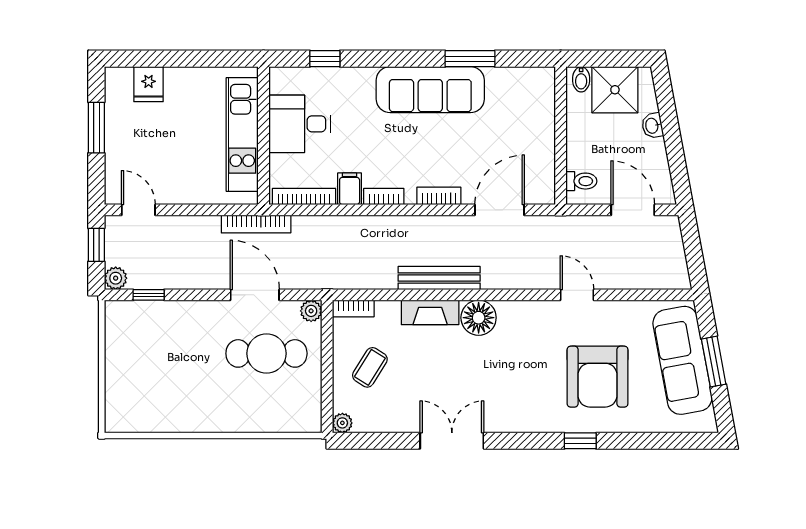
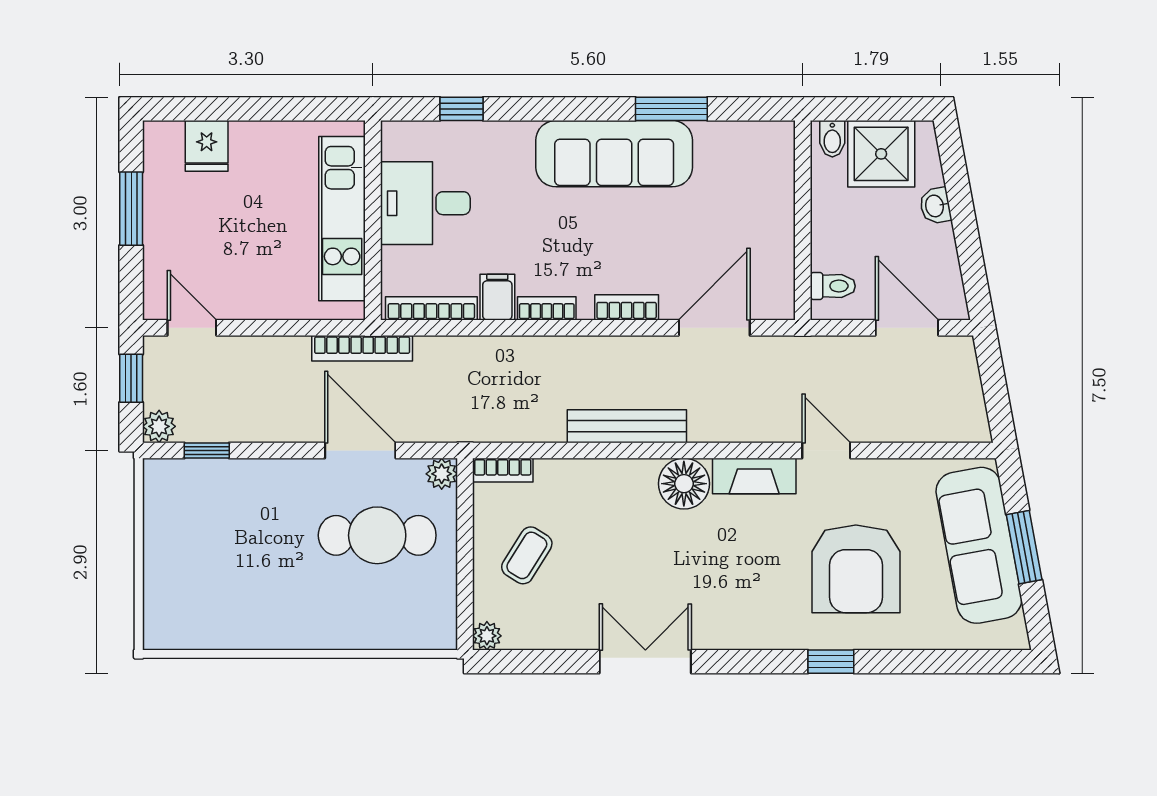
fireplace: (430, 312) -> (754, 476), moved

